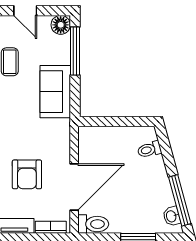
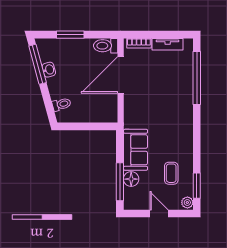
floor lamp: (61, 25) -> (131, 179), moved
armchair: (27, 174) -> (158, 85), removed
washbasin: (172, 216) -> (49, 70), moved

